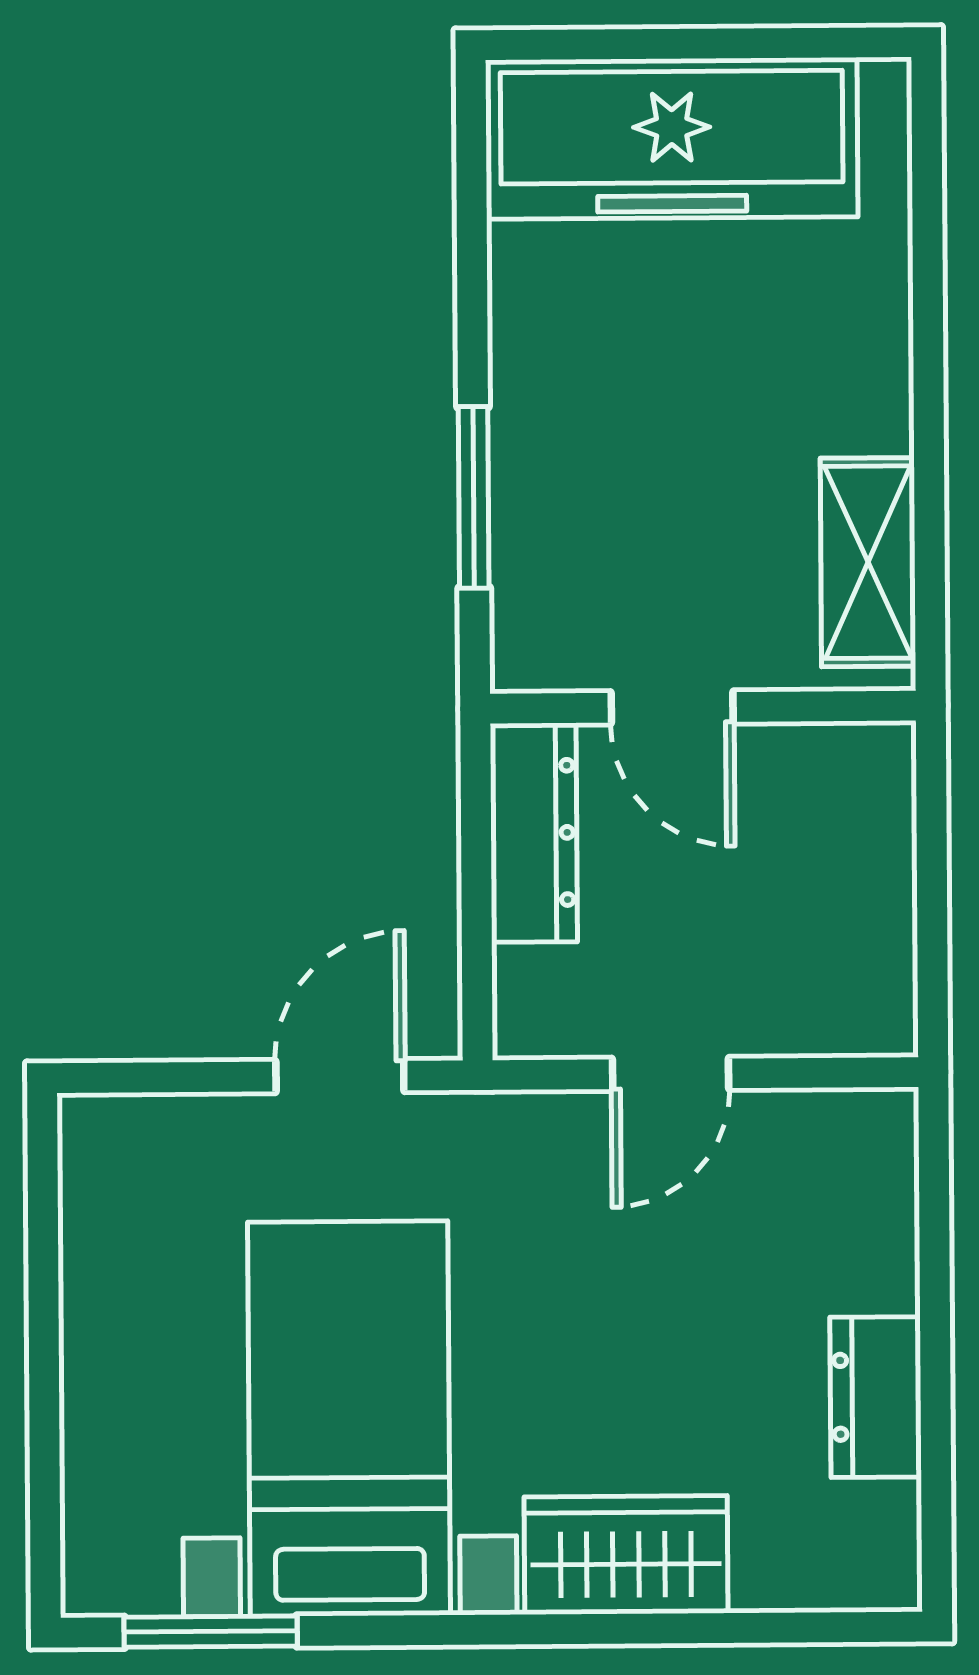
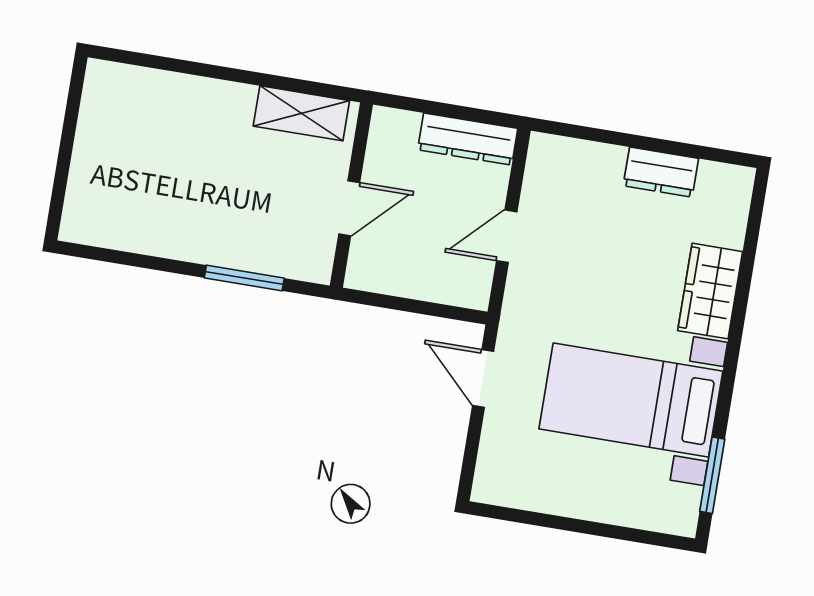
freezer: (672, 138) -> (105, 166), removed
dresser: (534, 833) -> (468, 139), moved, turned 180
door: (670, 1074) -> (507, 236), swing flipped

